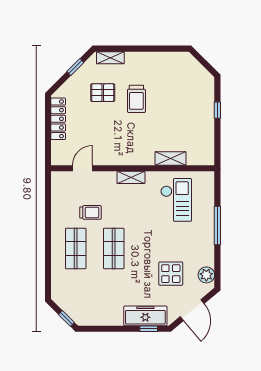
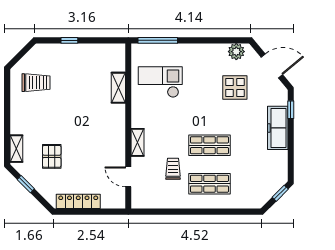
trolley: (136, 99) -> (36, 83), moved
shelving: (131, 177) -> (138, 142), moved
window: (217, 226) -> (158, 40), moved
freezer: (145, 316) -> (278, 128), moved

